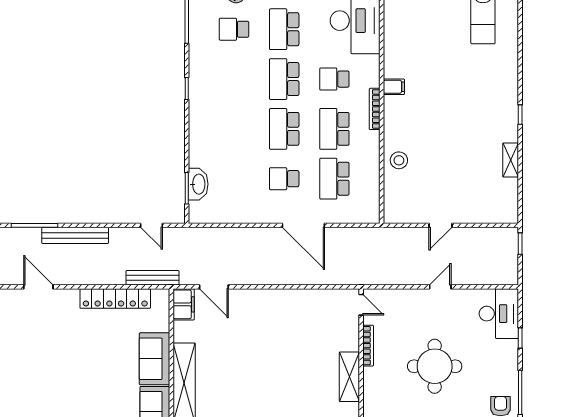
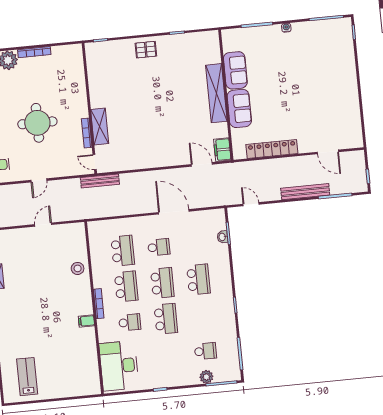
school desk: (284, 29) -> (198, 279), moved
washbasin: (198, 184) -> (222, 237), width x0.52, depth x0.69
door: (303, 225) -> (174, 212), moved
bench: (152, 278) -> (100, 181), moved
shelving: (349, 377) -> (100, 127), moved

